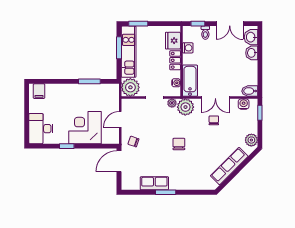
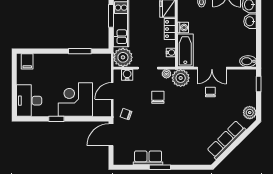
washing machine: (188, 48) -> (183, 28), moved
water cooler: (244, 104) -> (127, 75), moved
chair: (179, 144) -> (158, 97), moved

